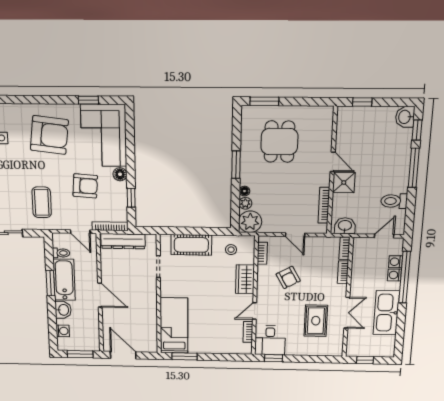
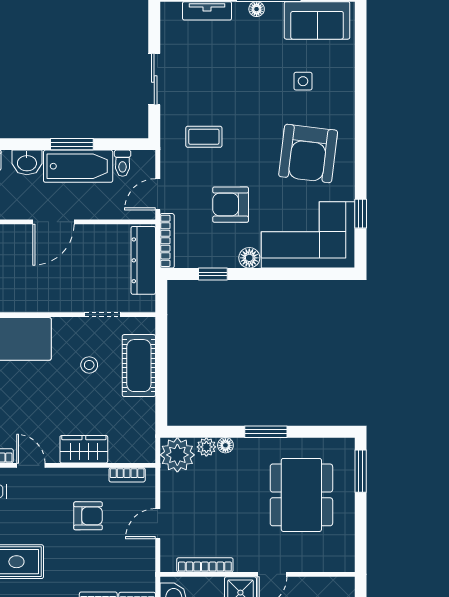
dining table: (279, 142) -> (301, 495), width x1.38
armchair: (85, 186) -> (231, 205), turned 86
coffee table: (42, 202) -> (204, 137), width x0.73, depth x0.77
stool: (231, 250) -> (89, 365), moved
armchair: (288, 277) -> (88, 516), turned -151

